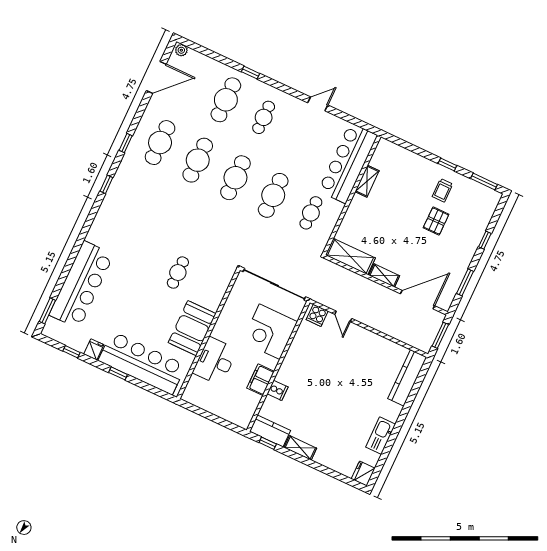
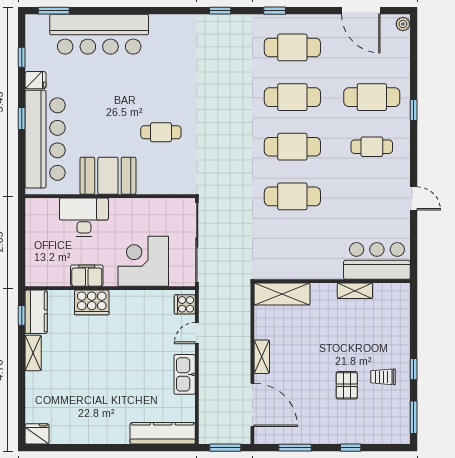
bar counter: (348, 163) -> (377, 261), width x0.73
cafe table: (311, 213) -> (292, 246), removed
pallet: (436, 221) -> (347, 385), turned 90
shelving: (350, 257) -> (282, 294), moved, turned 90
cooker: (278, 390) -> (92, 302), width x1.87, depth x1.31
kitchen sink: (381, 436) -> (185, 374), moved, turned -90

